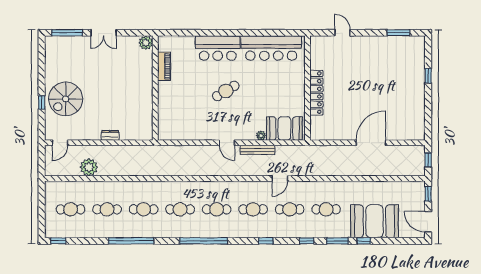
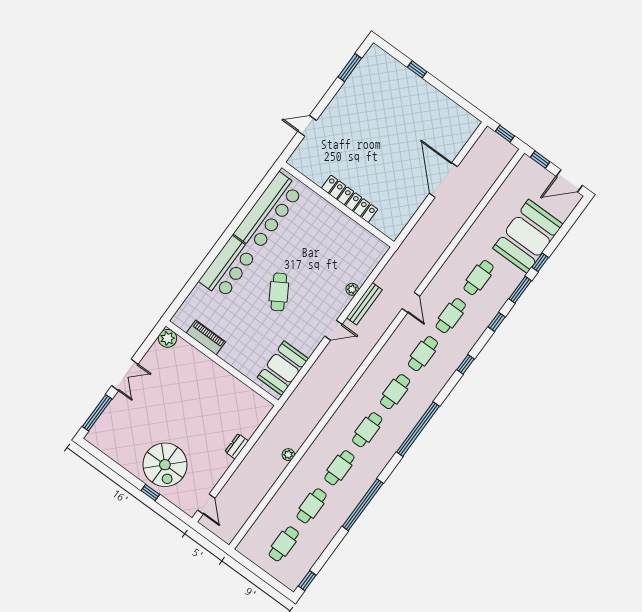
booth: (284, 128) -> (283, 368), moved
plant: (89, 167) -> (288, 455), moved, width x0.53, depth x0.53

